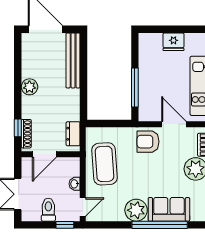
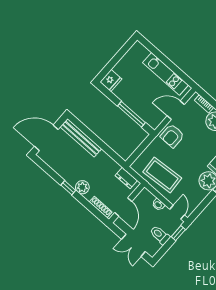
fridge: (173, 42) -> (111, 80), moved
plant: (29, 87) -> (82, 187), moved
window: (18, 128) -> (68, 188), moved

